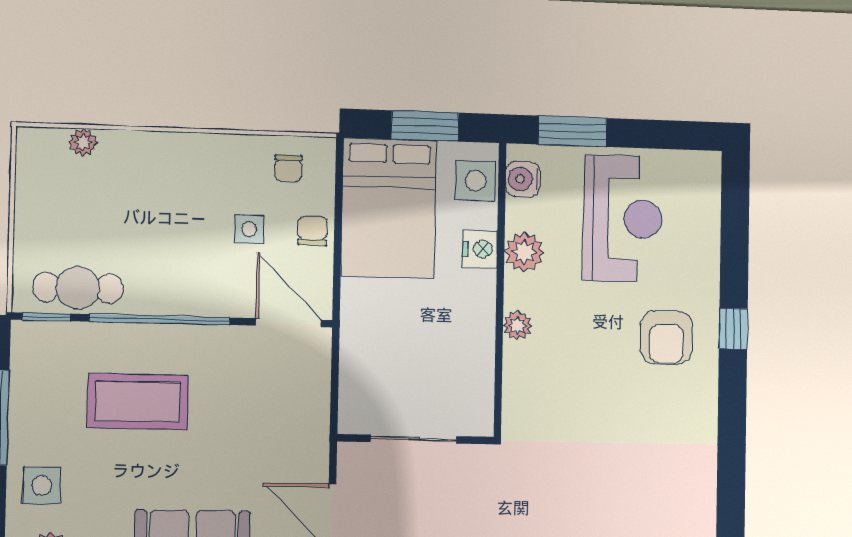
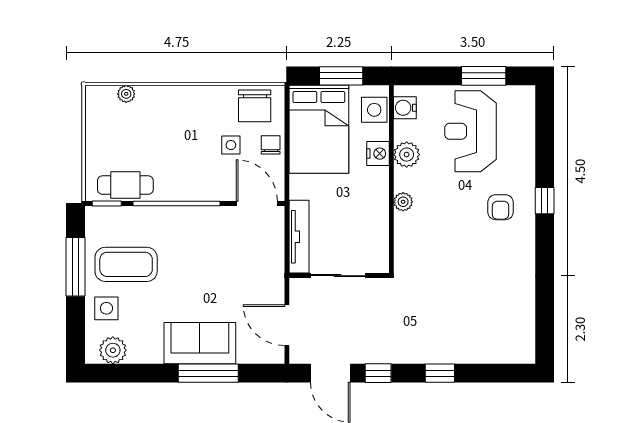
window: (572, 131) -> (484, 76), moved
chair: (288, 168) -> (255, 106), width x1.87, depth x1.87
reception desk: (623, 219) -> (470, 131), turned 180
armchair: (666, 337) -> (500, 207), width x0.72, depth x0.72
tv unit: (354, 377) -> (299, 237), added
coffee table: (138, 402) -> (126, 264), moved

